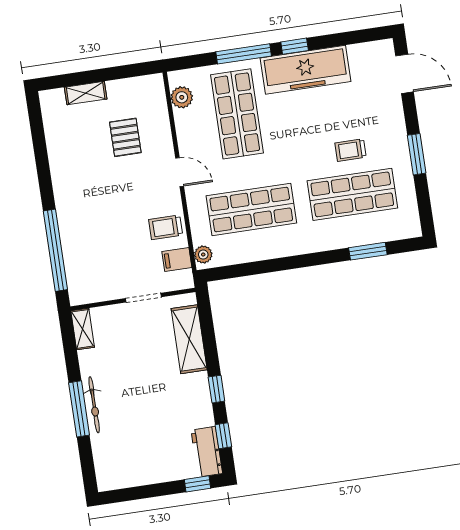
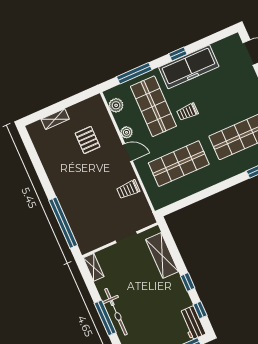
window: (244, 54) -> (134, 73), moved
trolley: (350, 150) -> (187, 112), moved
plant: (203, 255) -> (127, 132), moved
filing cabinet: (177, 260) -> (141, 208), removed
bicycle: (94, 405) -> (116, 312), width x1.37, depth x1.40

